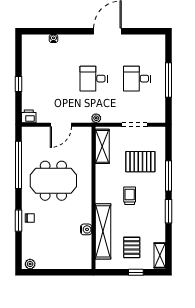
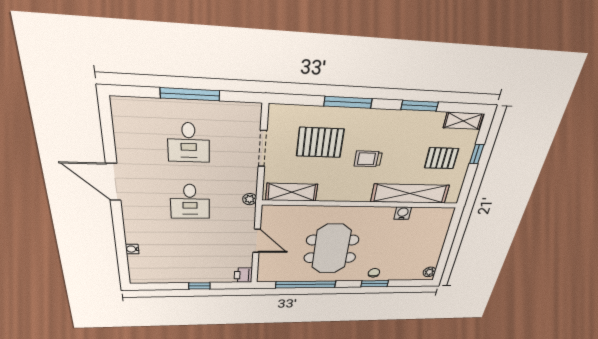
pallet: (140, 162) -> (320, 142), turned 90
window: (169, 211) -> (420, 106), moved

